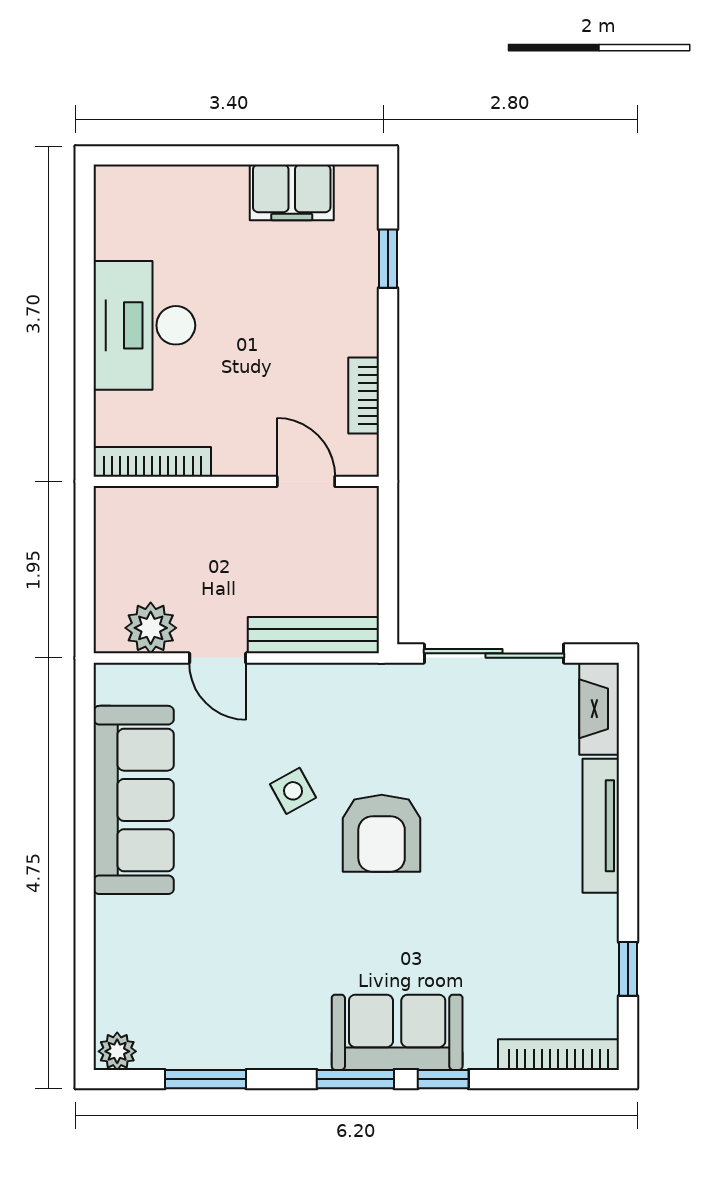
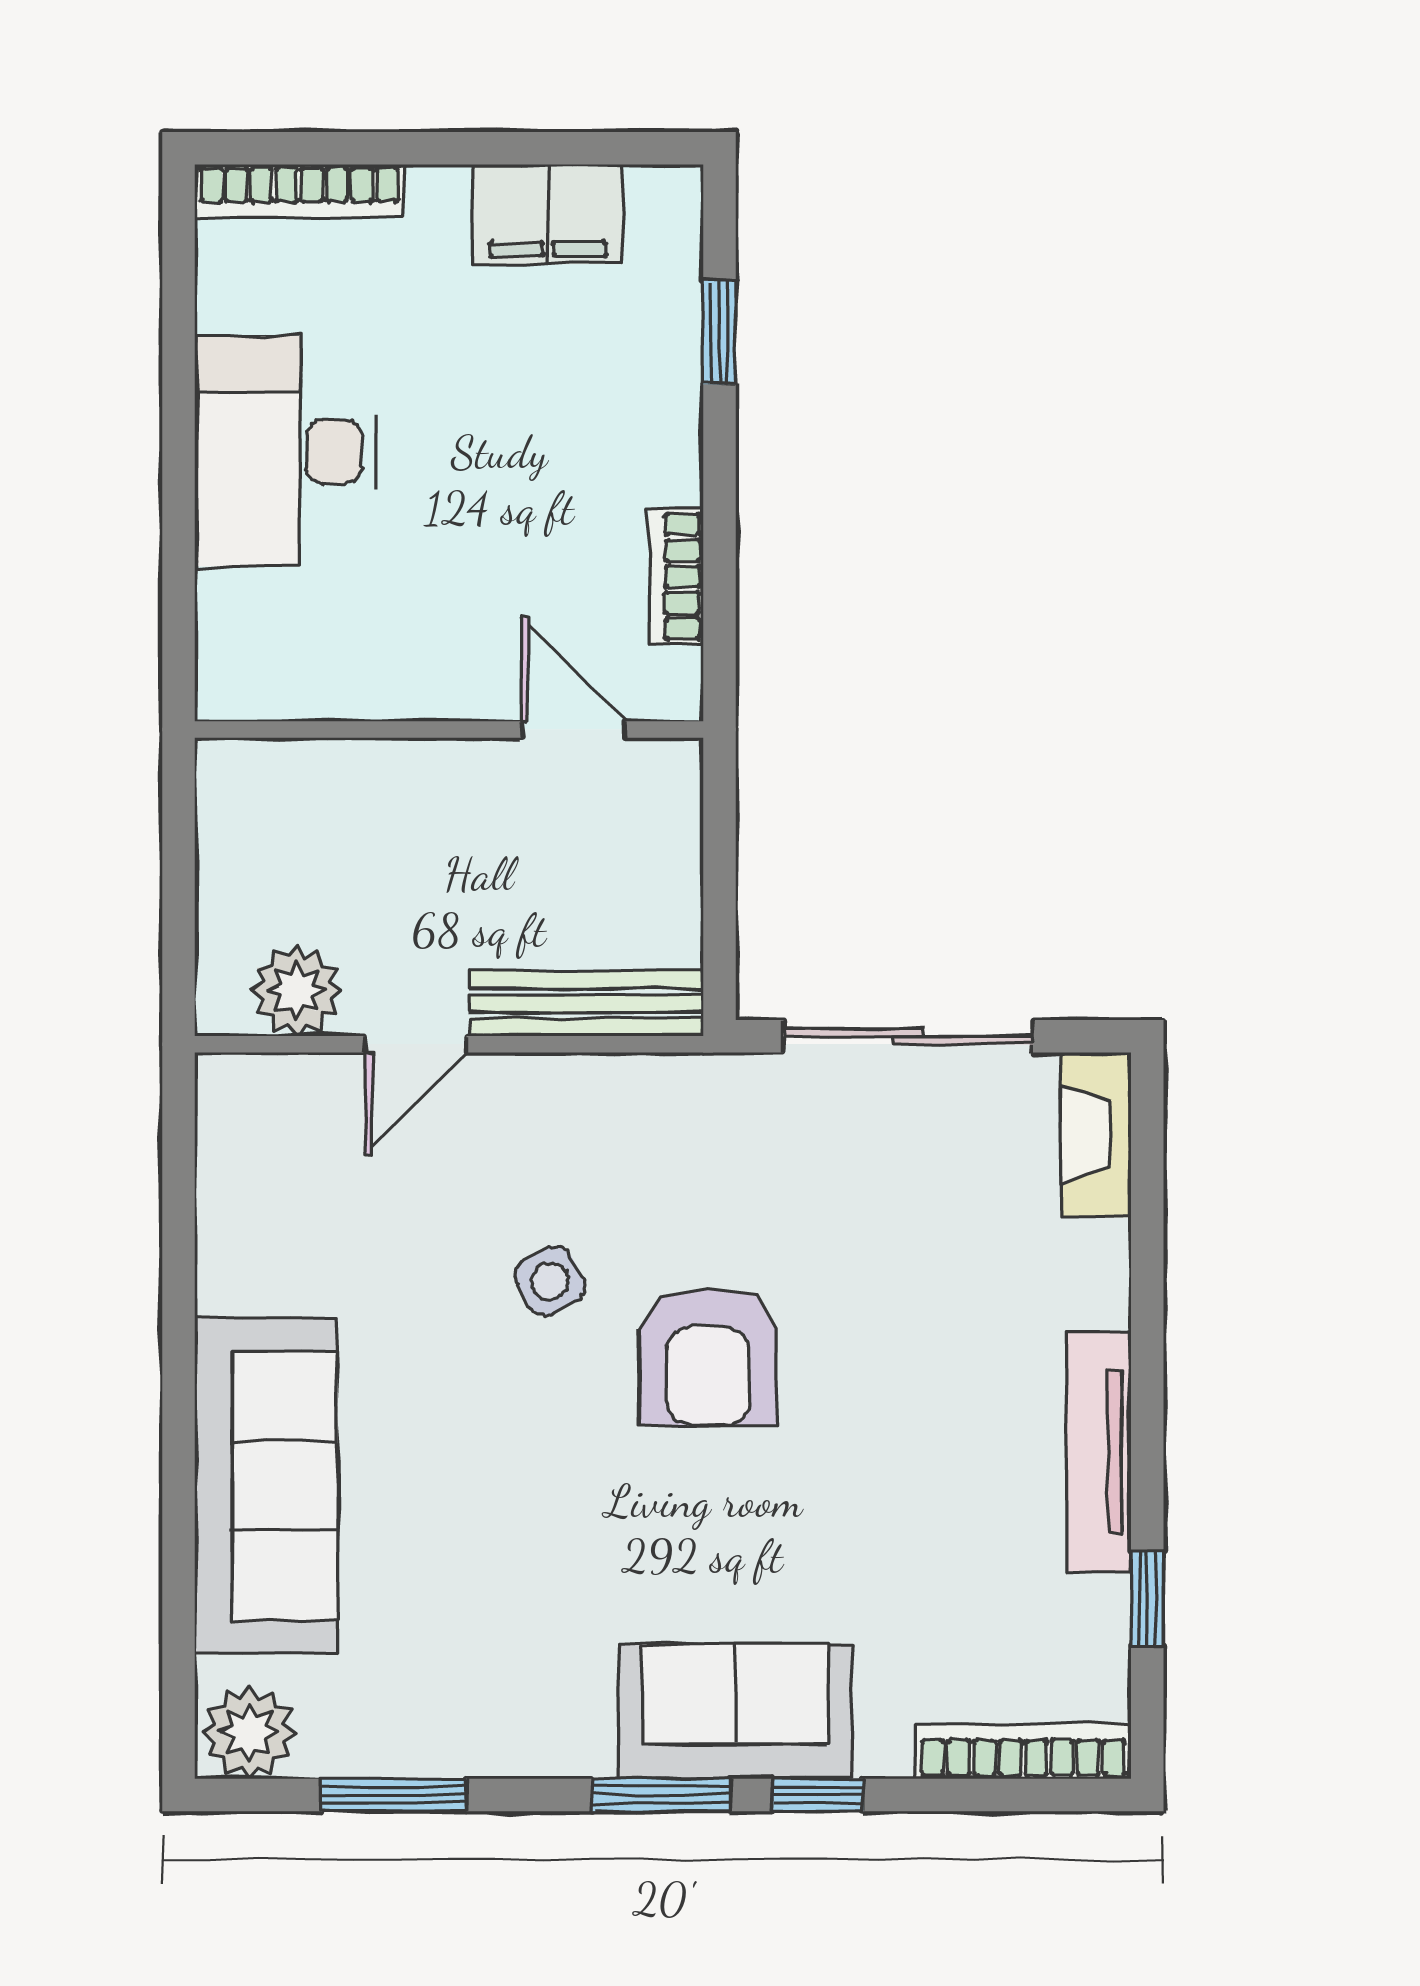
bookcase: (152, 462) -> (299, 191), moved, turned 180
door: (218, 658) -> (416, 1044), hinge flipped
sofa: (134, 800) -> (266, 1485), moved
tv unit: (601, 826) -> (1099, 1452), moved
plant: (117, 1051) -> (249, 1733), width x1.38, depth x1.38

